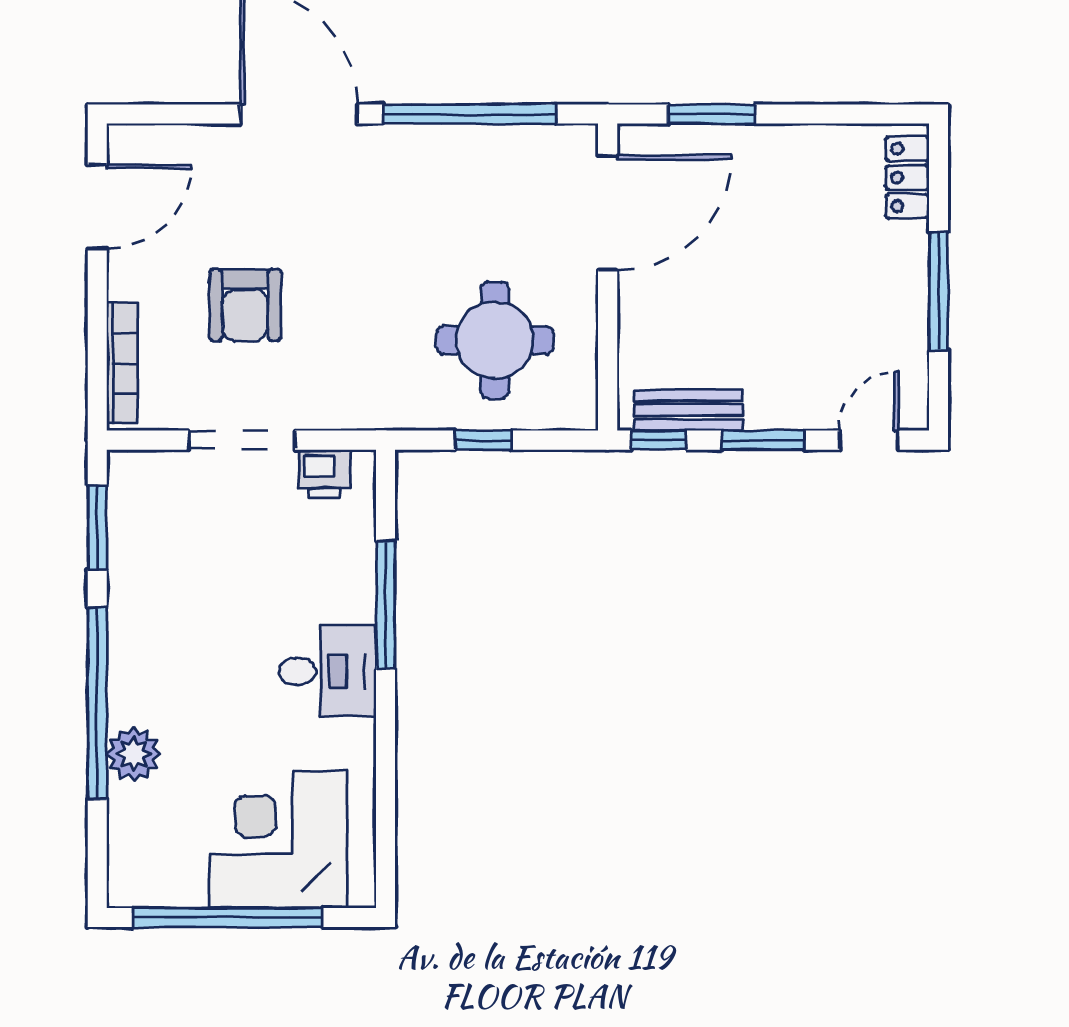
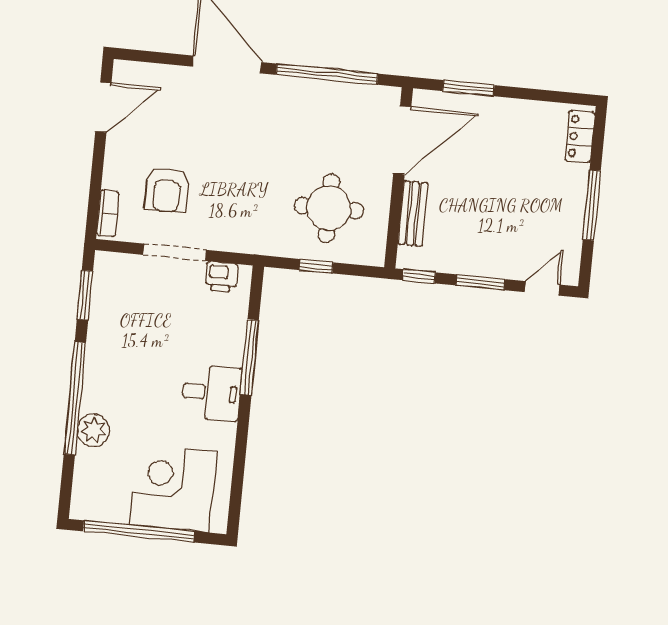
armchair: (245, 305) -> (167, 190), moved
bookcase: (122, 363) -> (108, 213), width x0.64
bench: (688, 410) -> (413, 214), moved, turned 90

